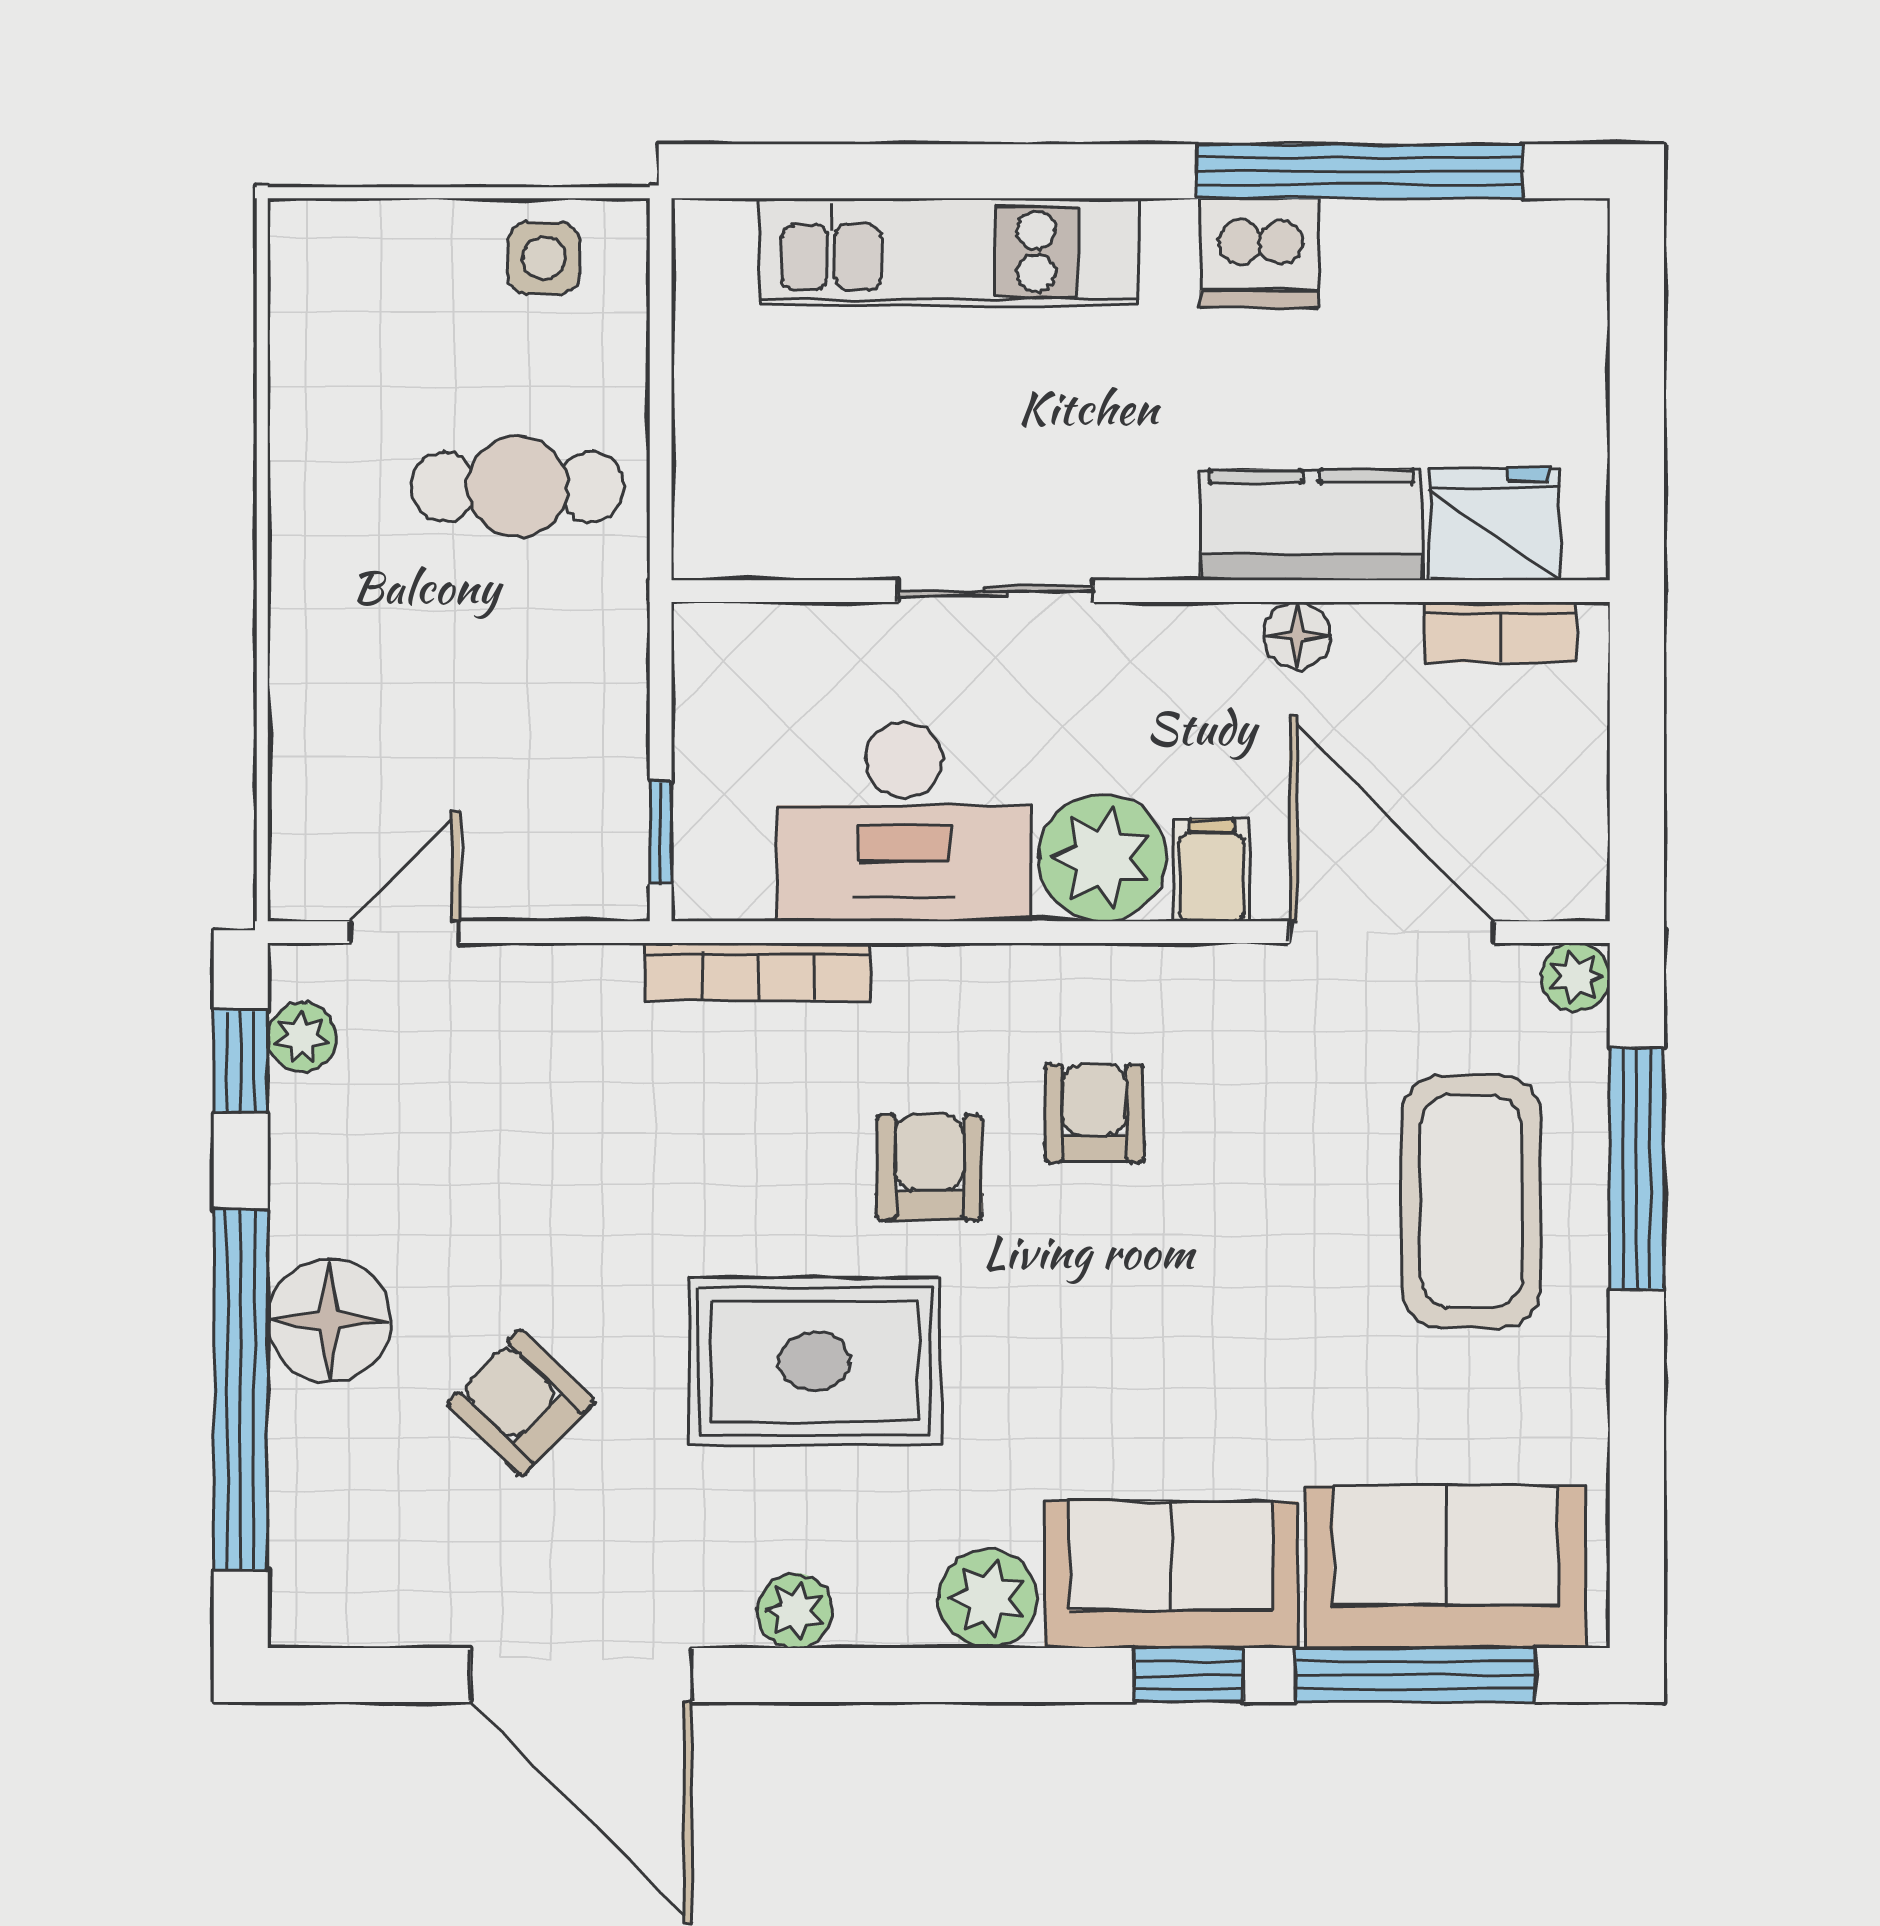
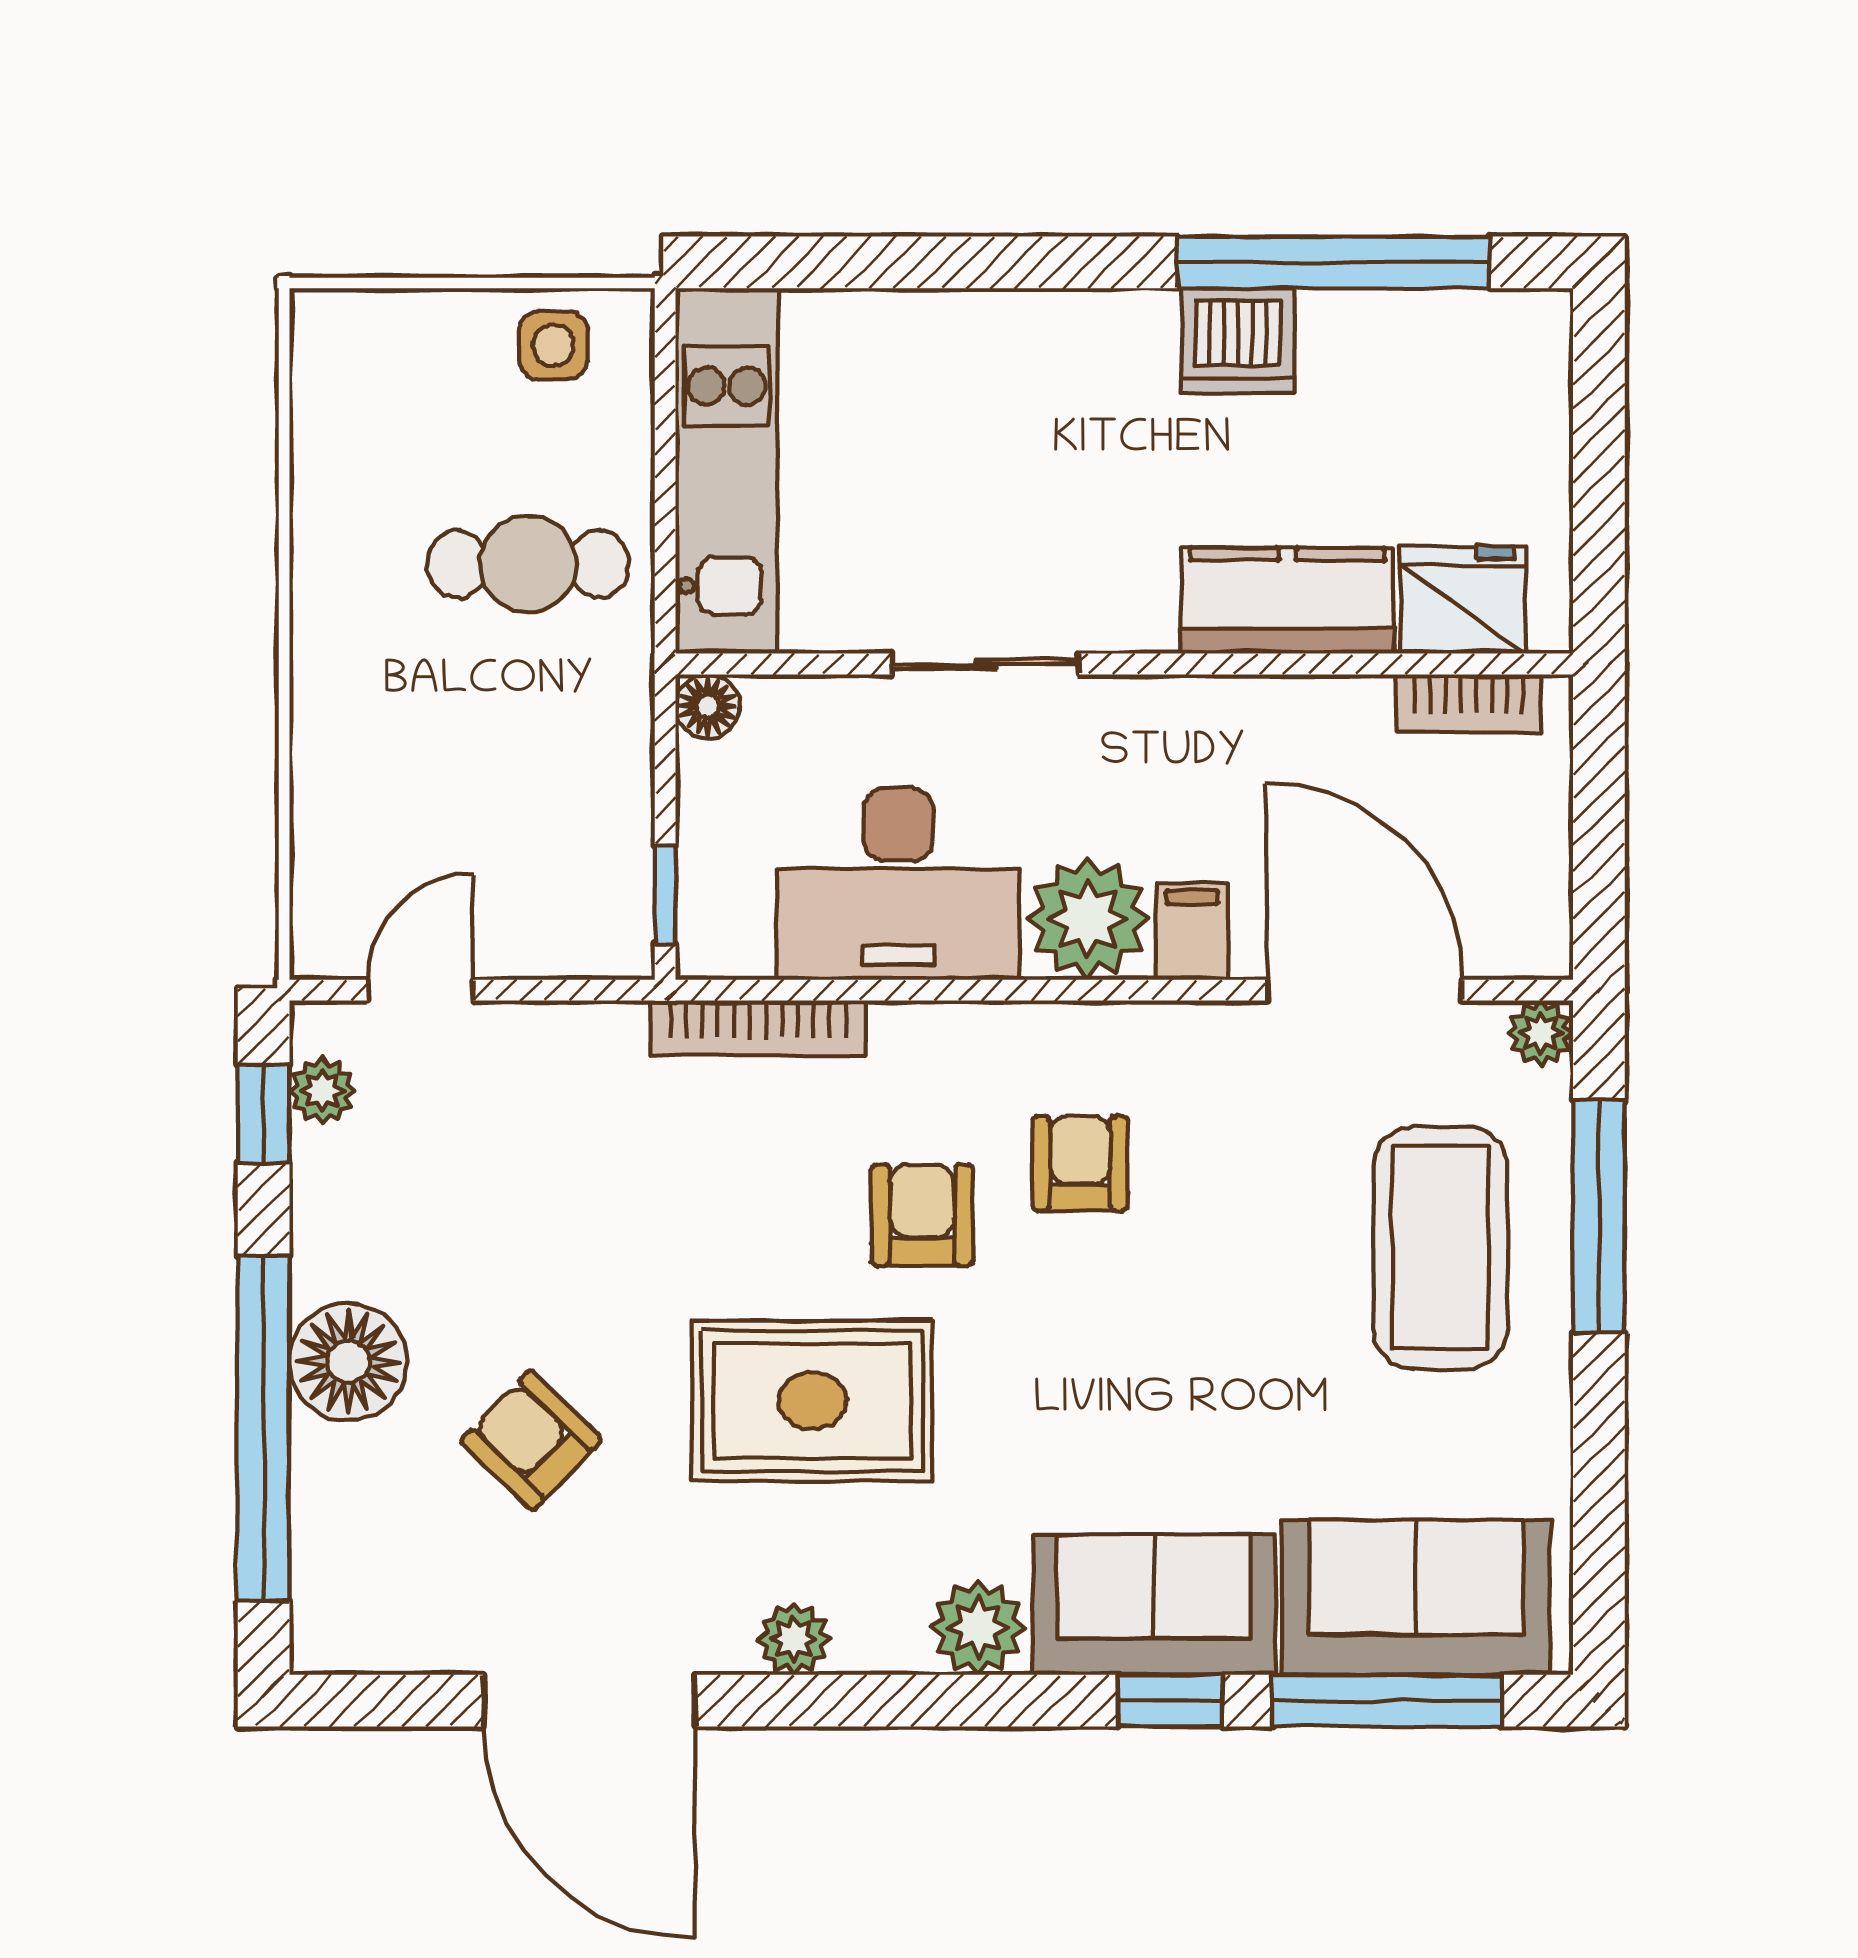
kitchen unit: (949, 252) -> (727, 470), moved, turned -90
floor lamp: (1297, 635) -> (708, 706), moved

